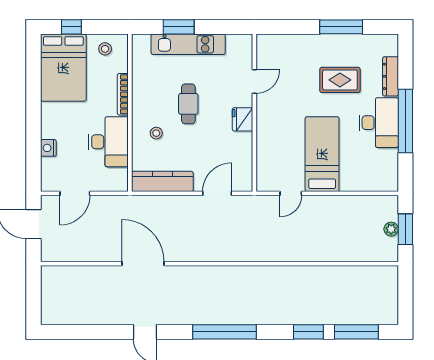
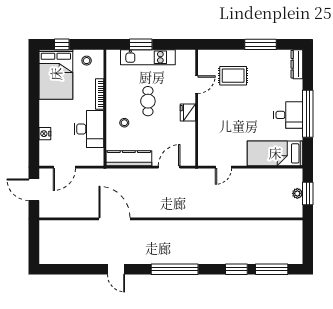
dresser: (391, 76) -> (297, 64), moved
rug: (340, 80) -> (233, 76), moved
desk: (379, 123) -> (288, 115), width x0.73
bed: (322, 154) -> (275, 153), moved, turned -90

